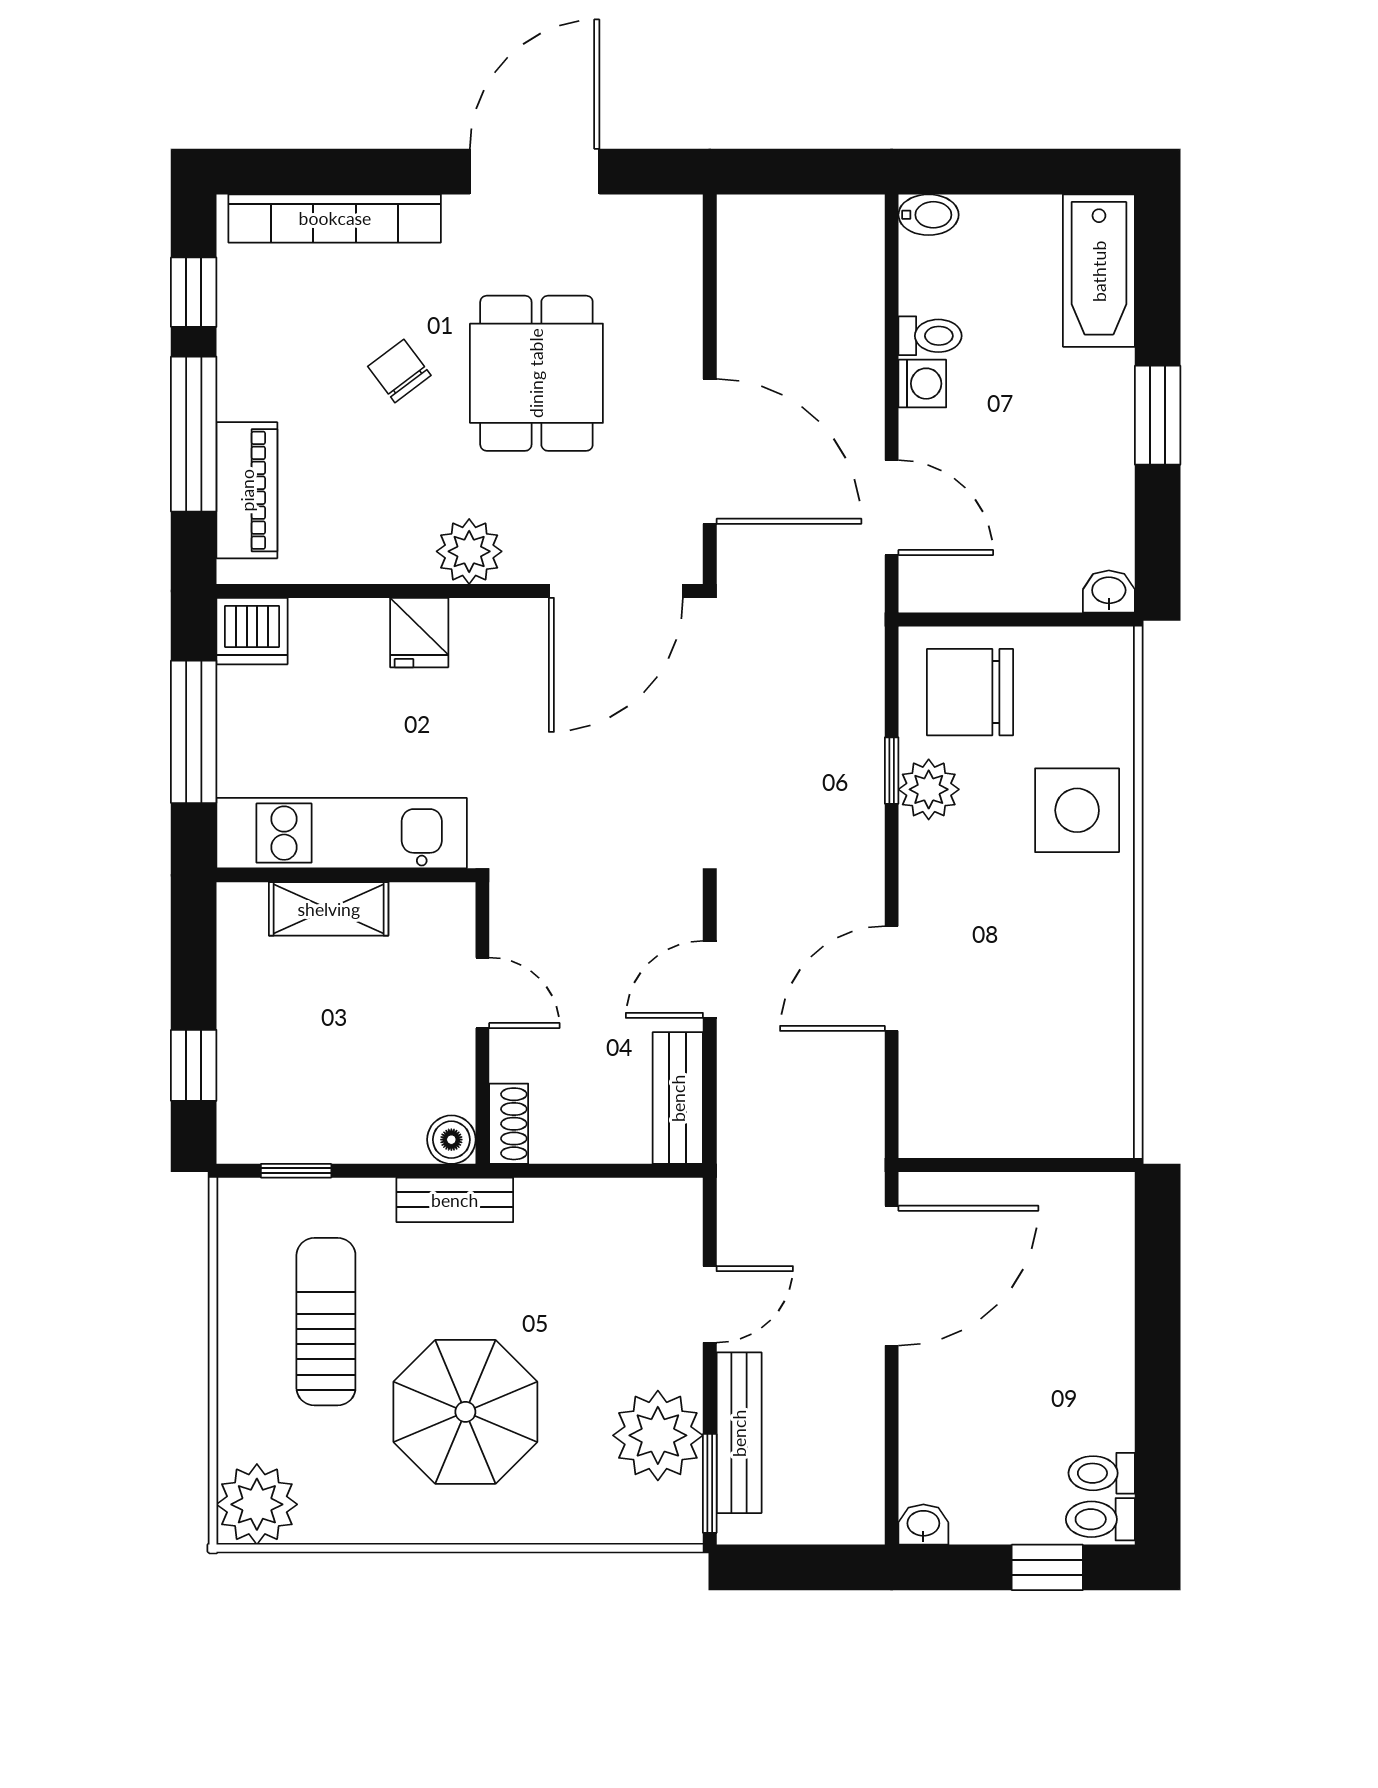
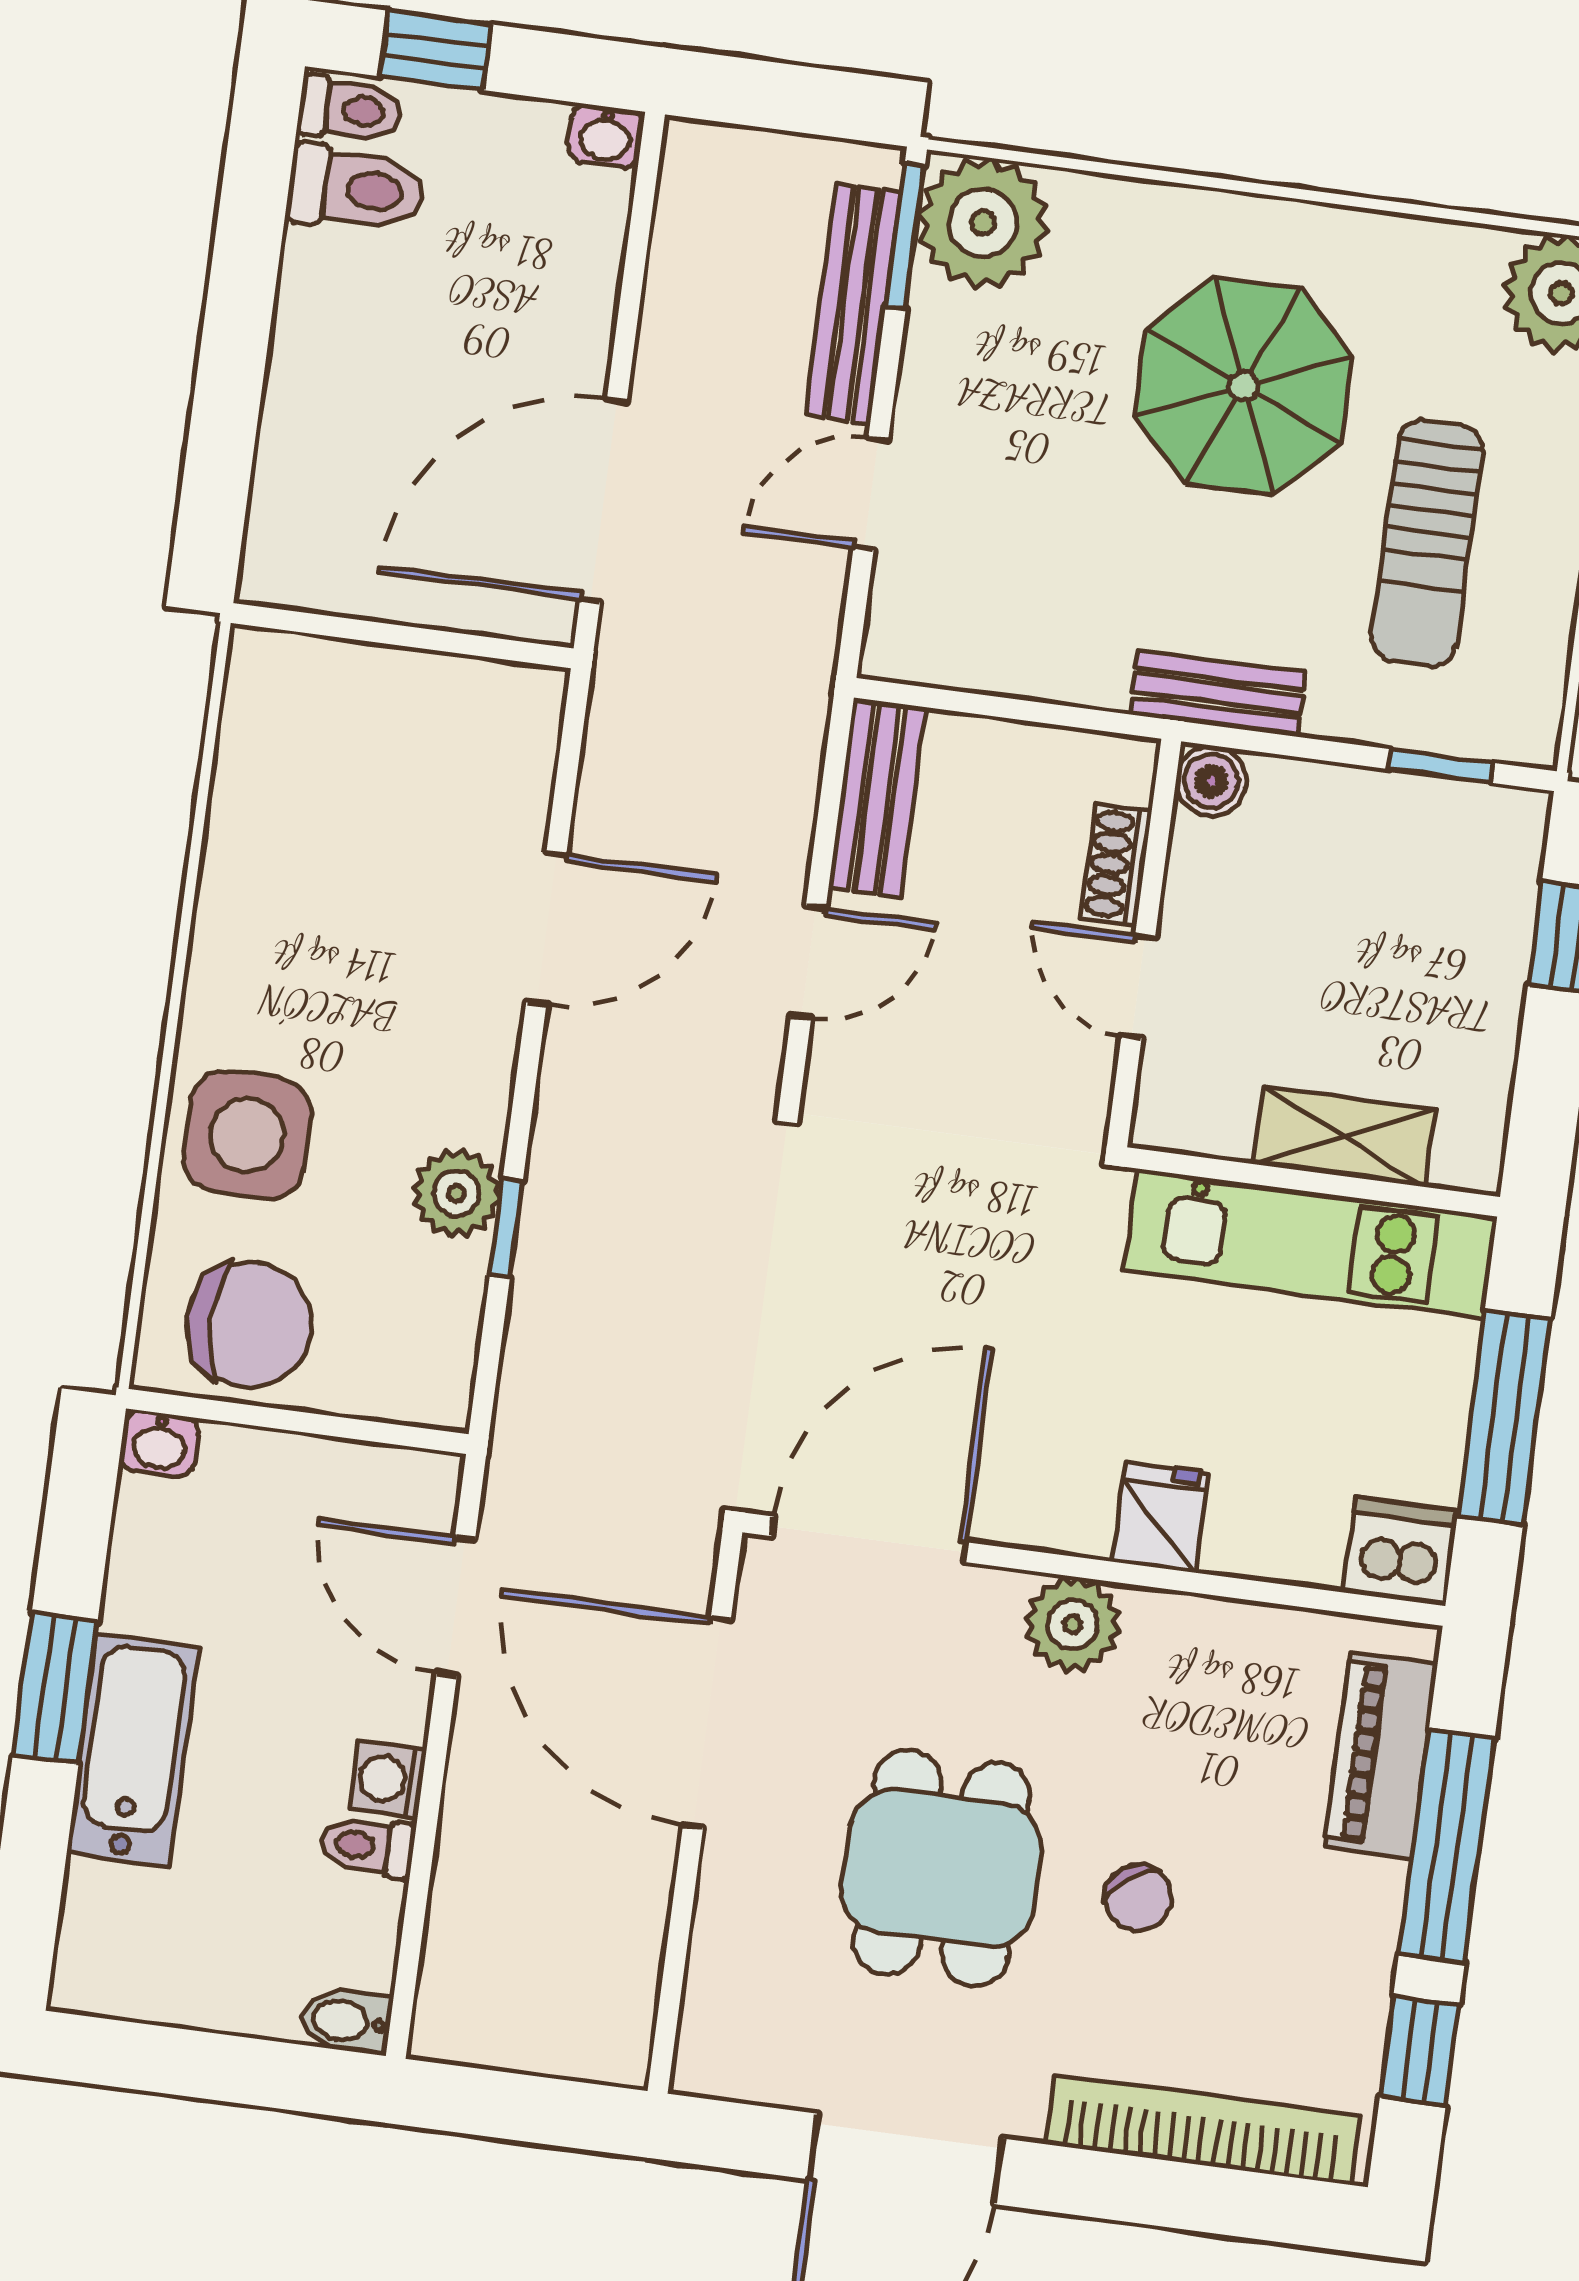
bathtub: (1099, 271) -> (133, 1750), moved
chair: (970, 692) -> (249, 1325), moved
shoe rack: (509, 1124) -> (1116, 865), moved
plant: (658, 1435) -> (983, 223), moved
toilet: (1102, 1473) -> (356, 189), width x1.37, depth x1.39

